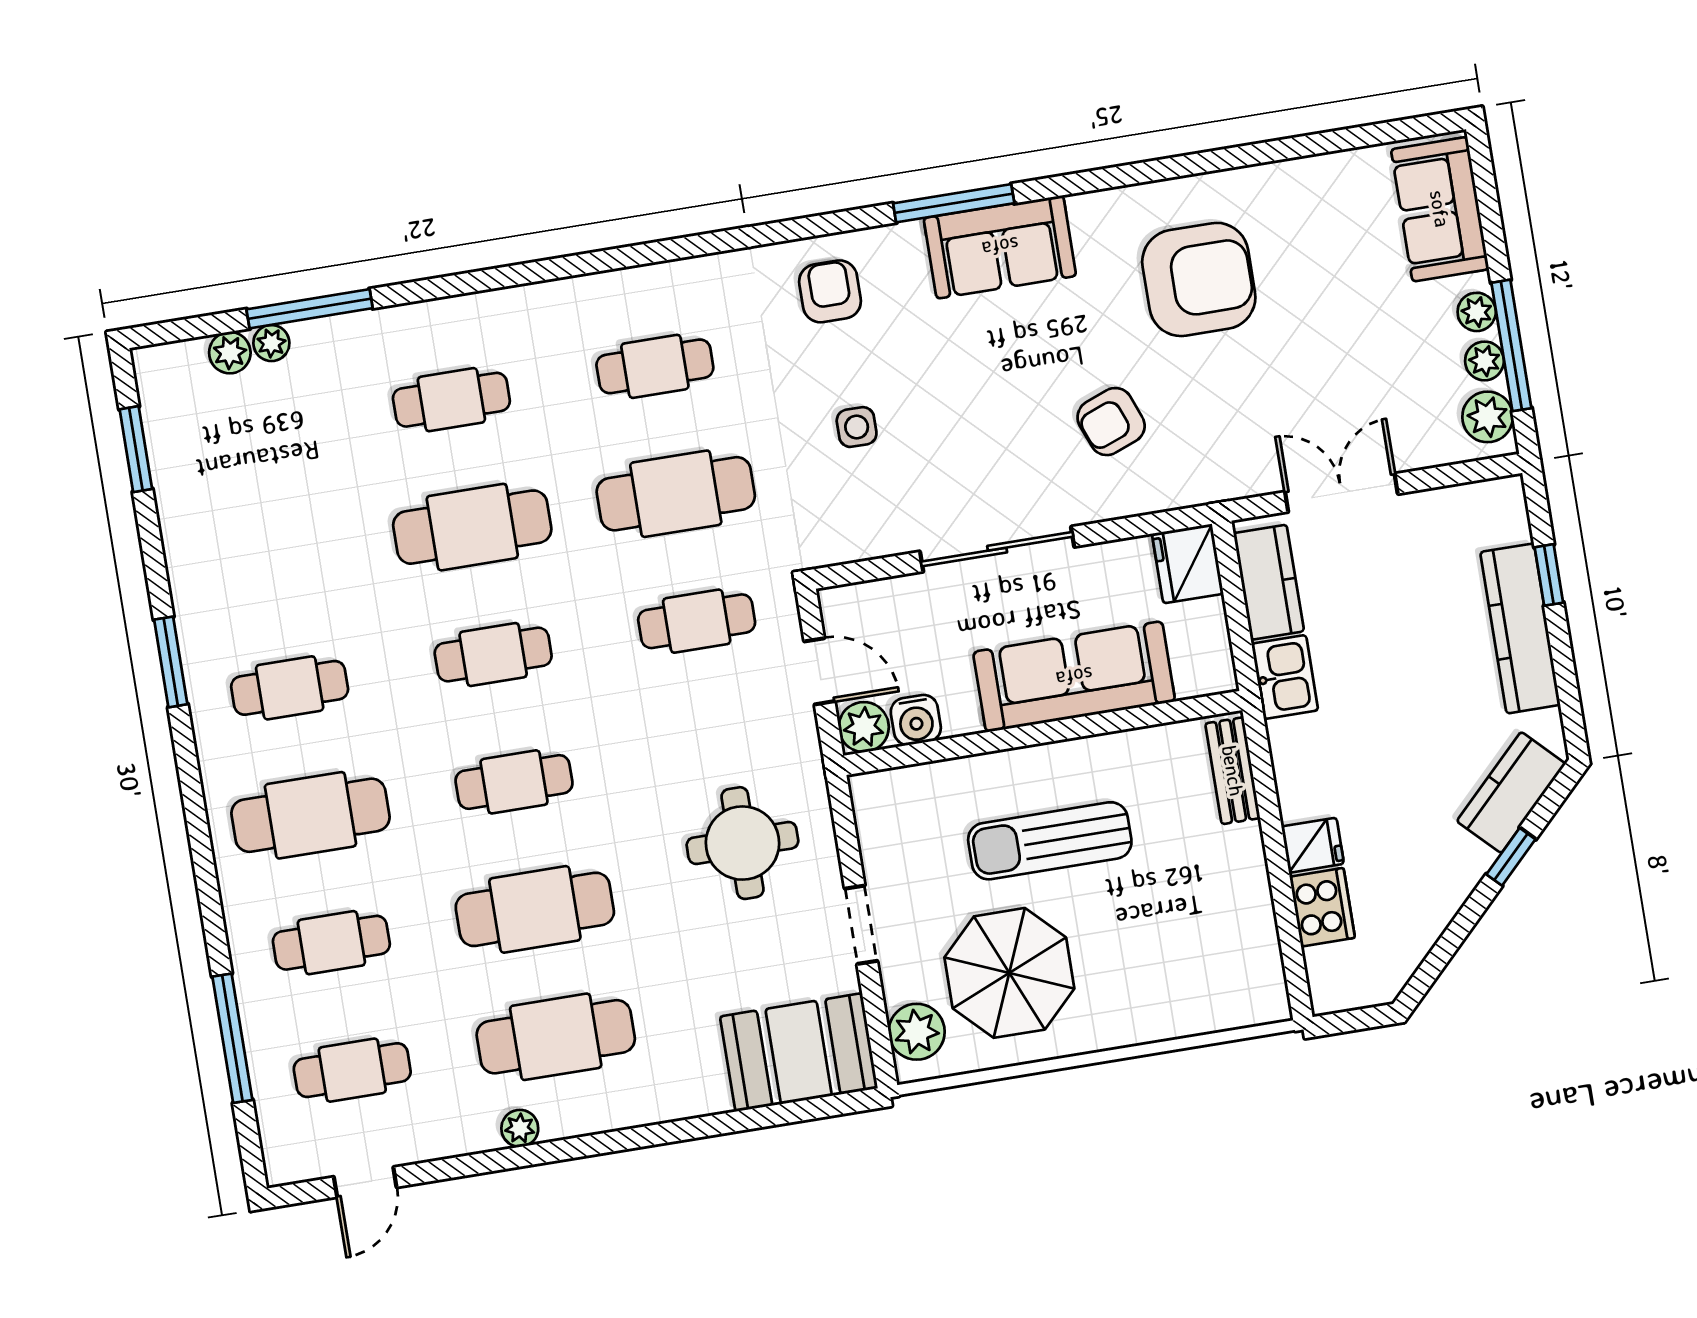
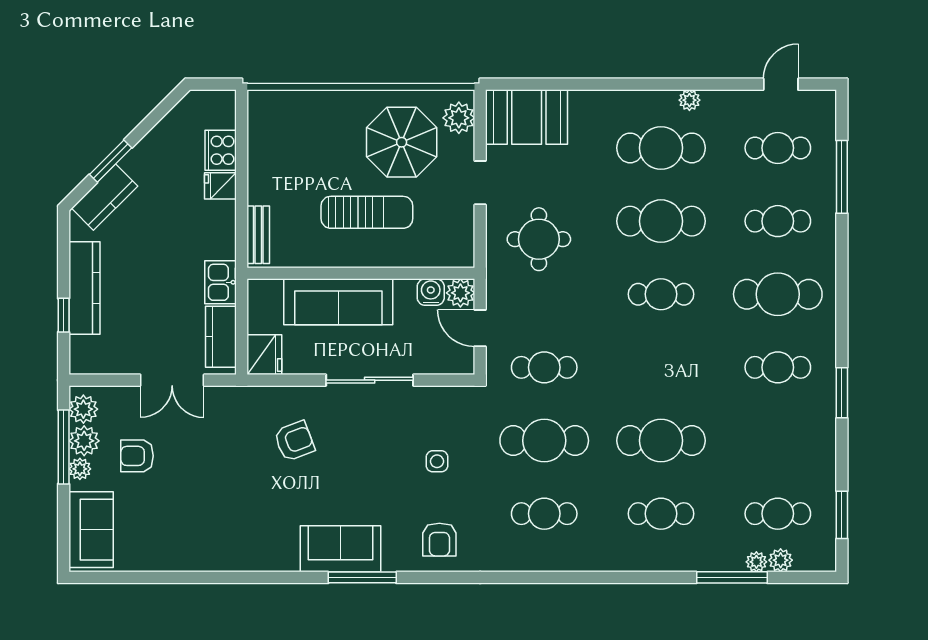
armchair: (1199, 279) -> (137, 456), moved, width x0.53, depth x0.53
plant: (1484, 361) -> (84, 441), width x1.38, depth x1.38
cafe table: (493, 655) -> (778, 514), moved
window: (1511, 857) -> (111, 161), width x1.50

